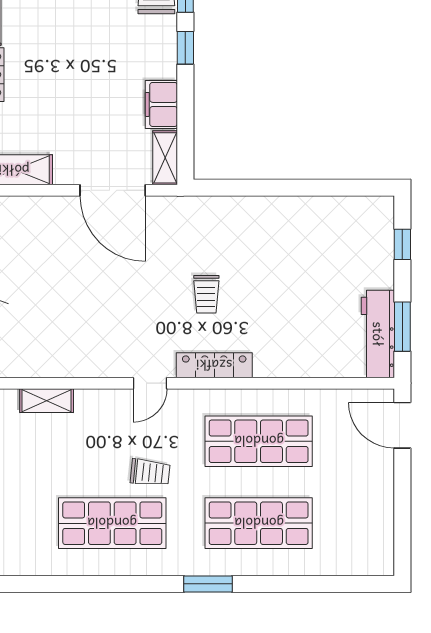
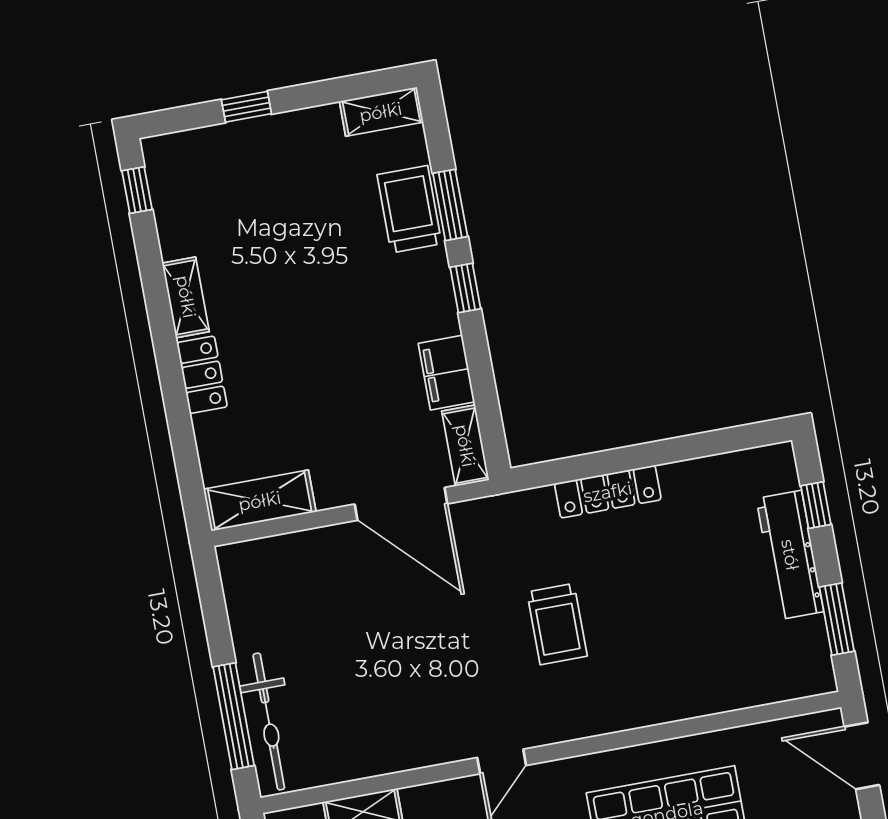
trolley: (206, 294) -> (557, 624), width x1.36, depth x1.39
workbench: (378, 334) -> (790, 555), moved
locker: (214, 365) -> (608, 492), moved, turned 180

